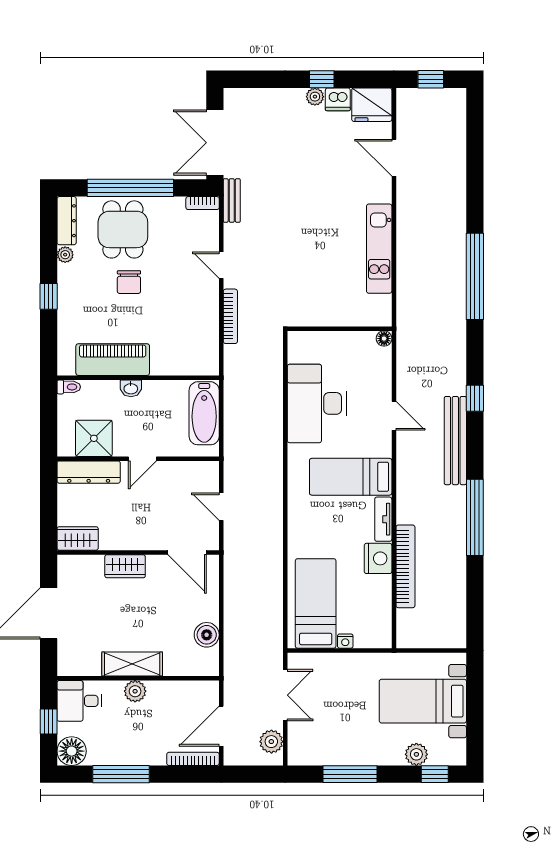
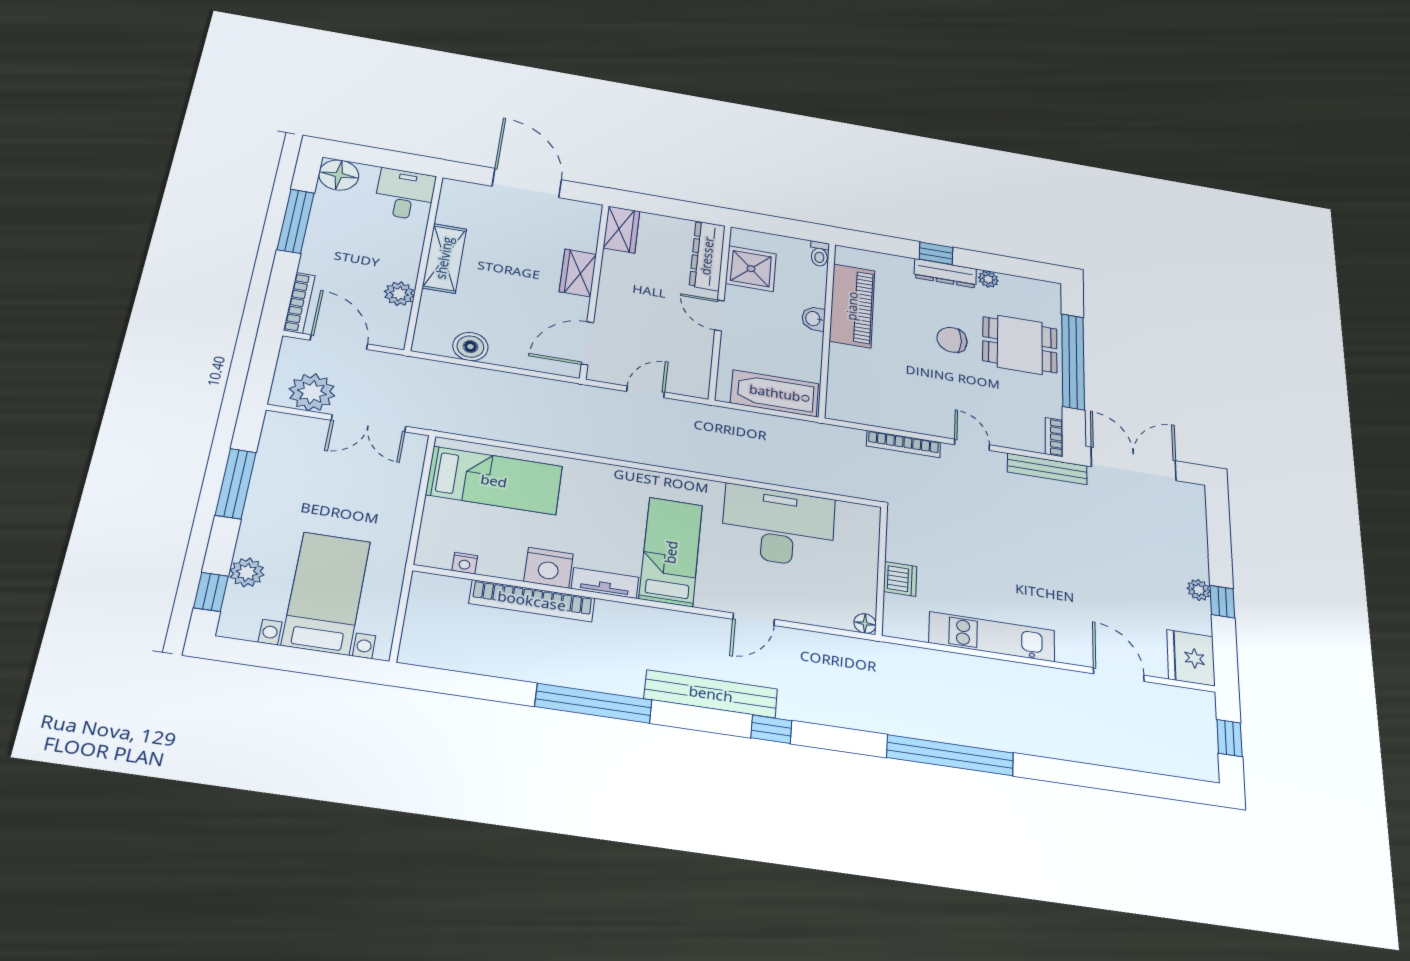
dishwasher: (338, 99) -> (900, 579), moved, turned 180
door: (394, 158) -> (1119, 675), hinge flipped
bench: (232, 200) -> (1047, 469), width x1.36
dresser: (67, 221) -> (945, 273), moved
door: (221, 265) -> (972, 445), hinge flipped
nightstand: (345, 641) -> (465, 563), moved, turned -90
plant: (135, 691) -> (399, 294), moved
window: (49, 721) -> (384, 158), removed
plant: (271, 742) -> (312, 392), width x1.36, depth x1.36

